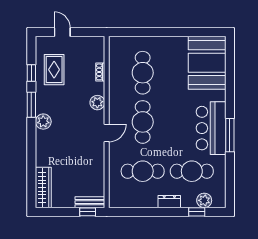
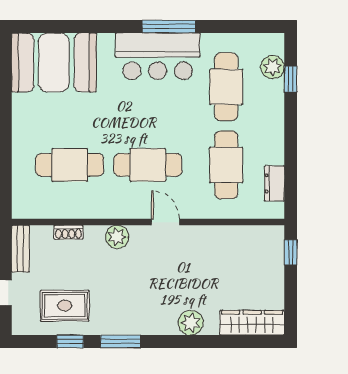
plant: (43, 122) -> (191, 323), moved
bench: (90, 202) -> (20, 249), moved
dresser: (169, 202) -> (274, 183), moved

